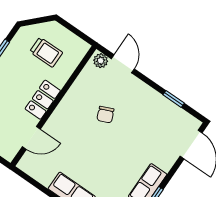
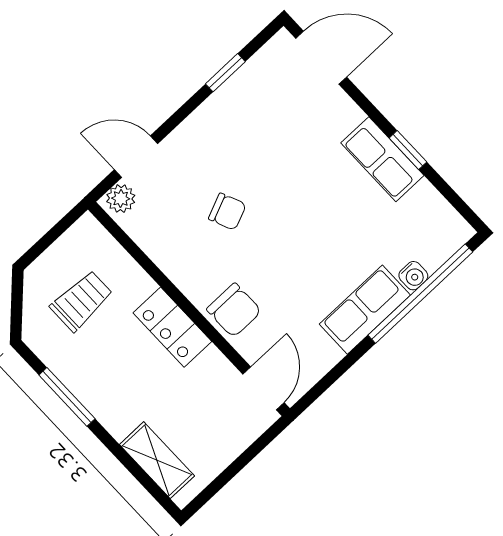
chair: (58, 128) -> (234, 310), added
door: (31, 138) -> (264, 388), moved

